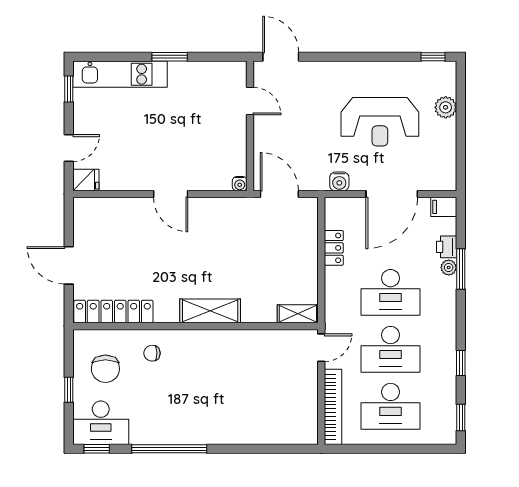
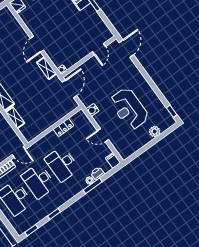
door: (392, 194) -> (103, 135), width x0.53
shelving: (220, 207) -> (47, 68), added
shelving: (298, 314) -> (15, 118), moved

